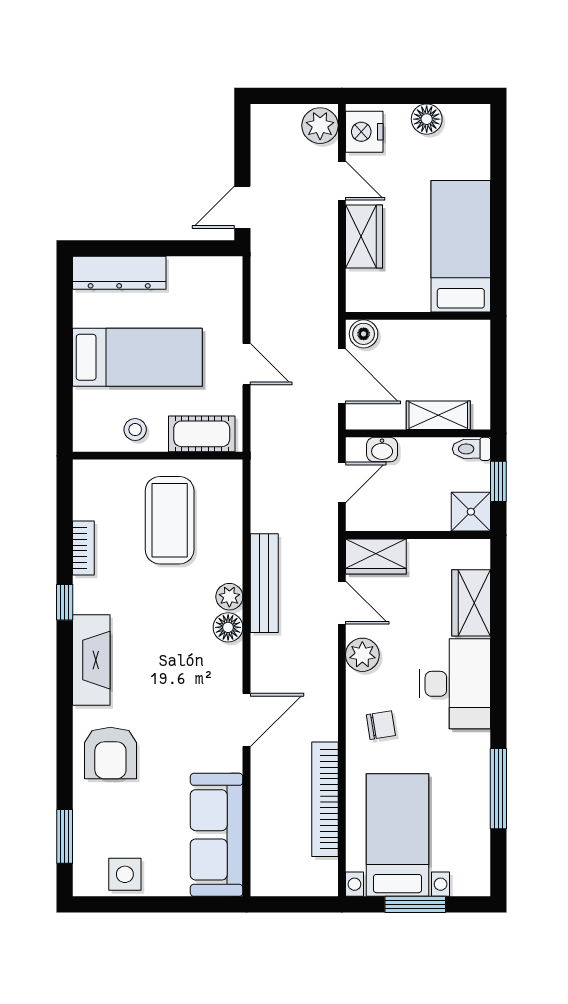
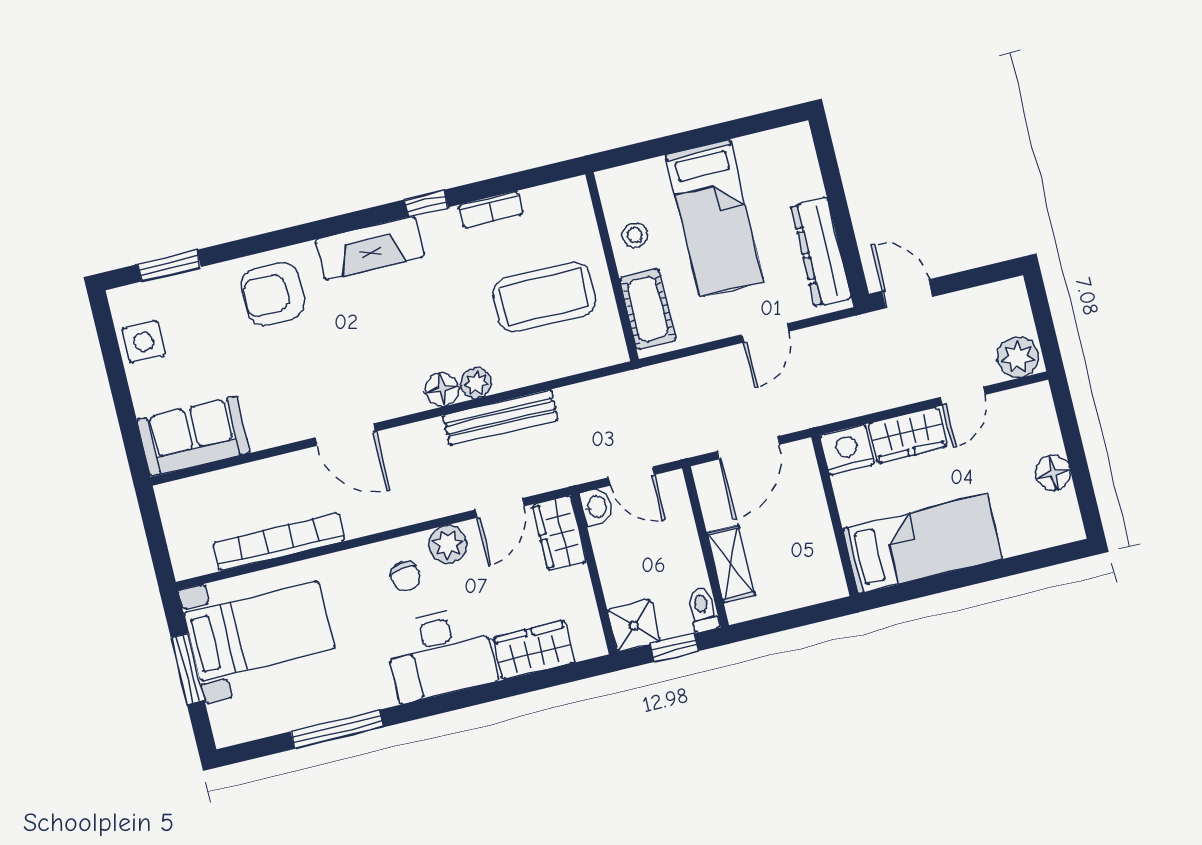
nightstand: (364, 132) -> (847, 450), moved
dresser: (119, 273) -> (821, 252), moved
boiler: (364, 334) -> (800, 460), removed
door: (247, 364) -> (765, 333), moved
washbasin: (382, 450) -> (597, 507), moved, turned 180
chair: (381, 725) -> (406, 576), moved
sofa: (217, 835) -> (193, 436), width x0.73

